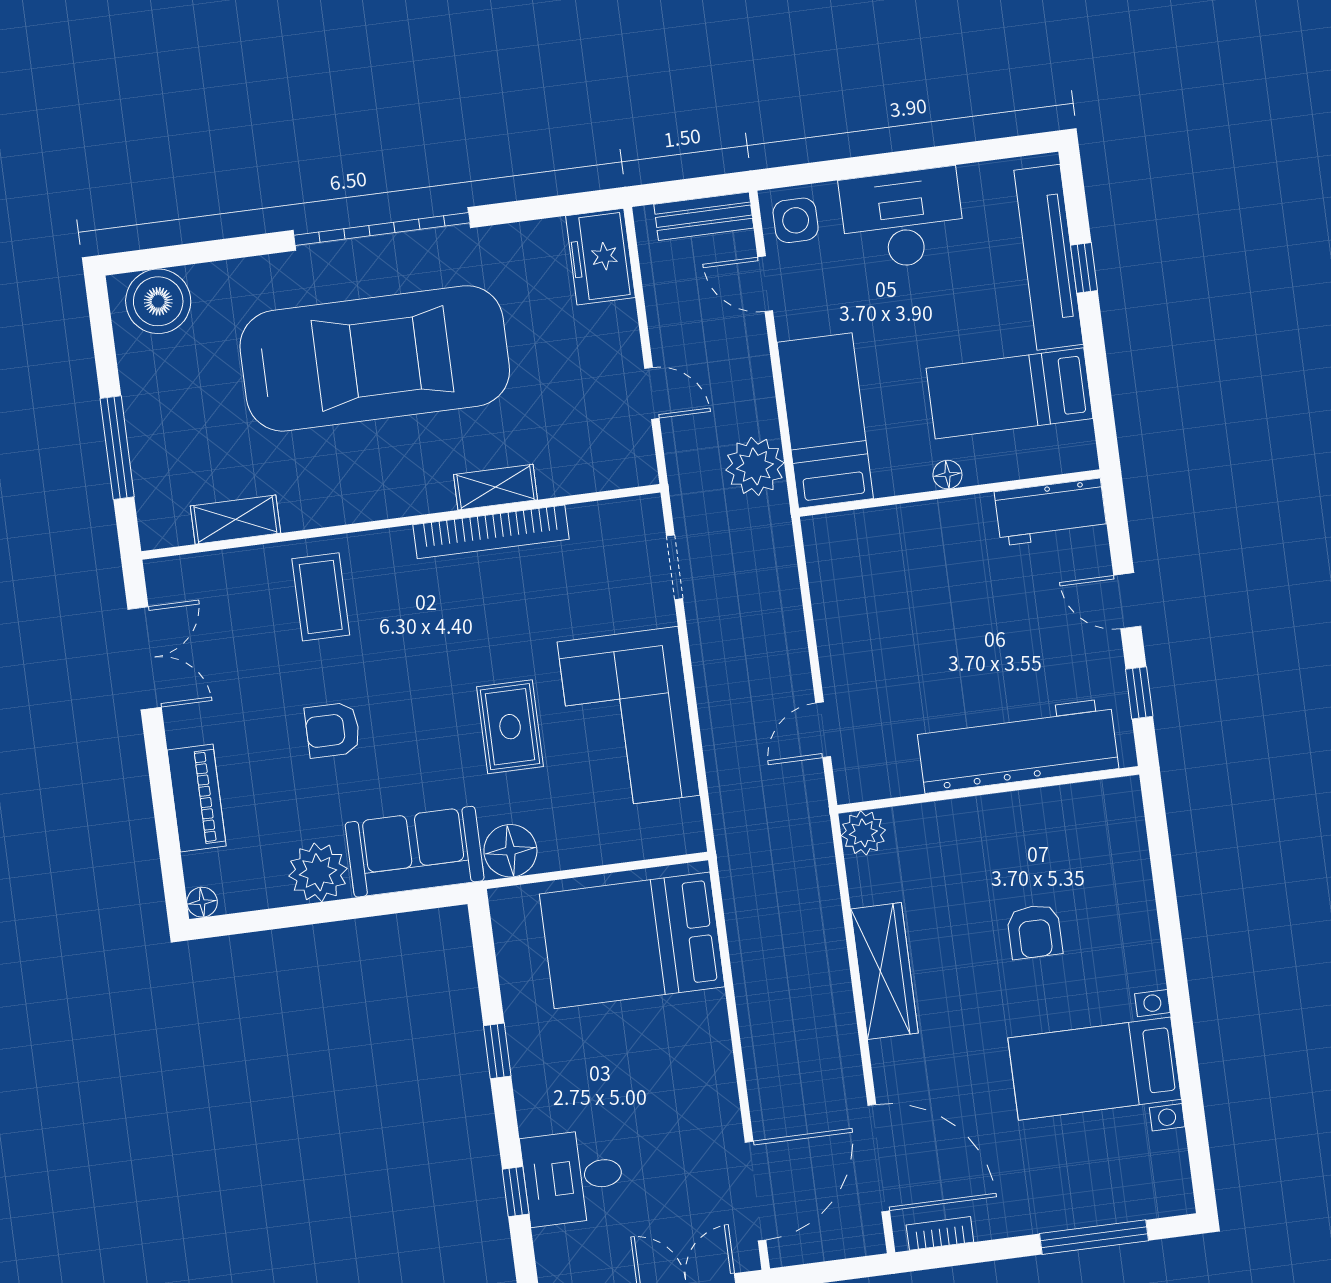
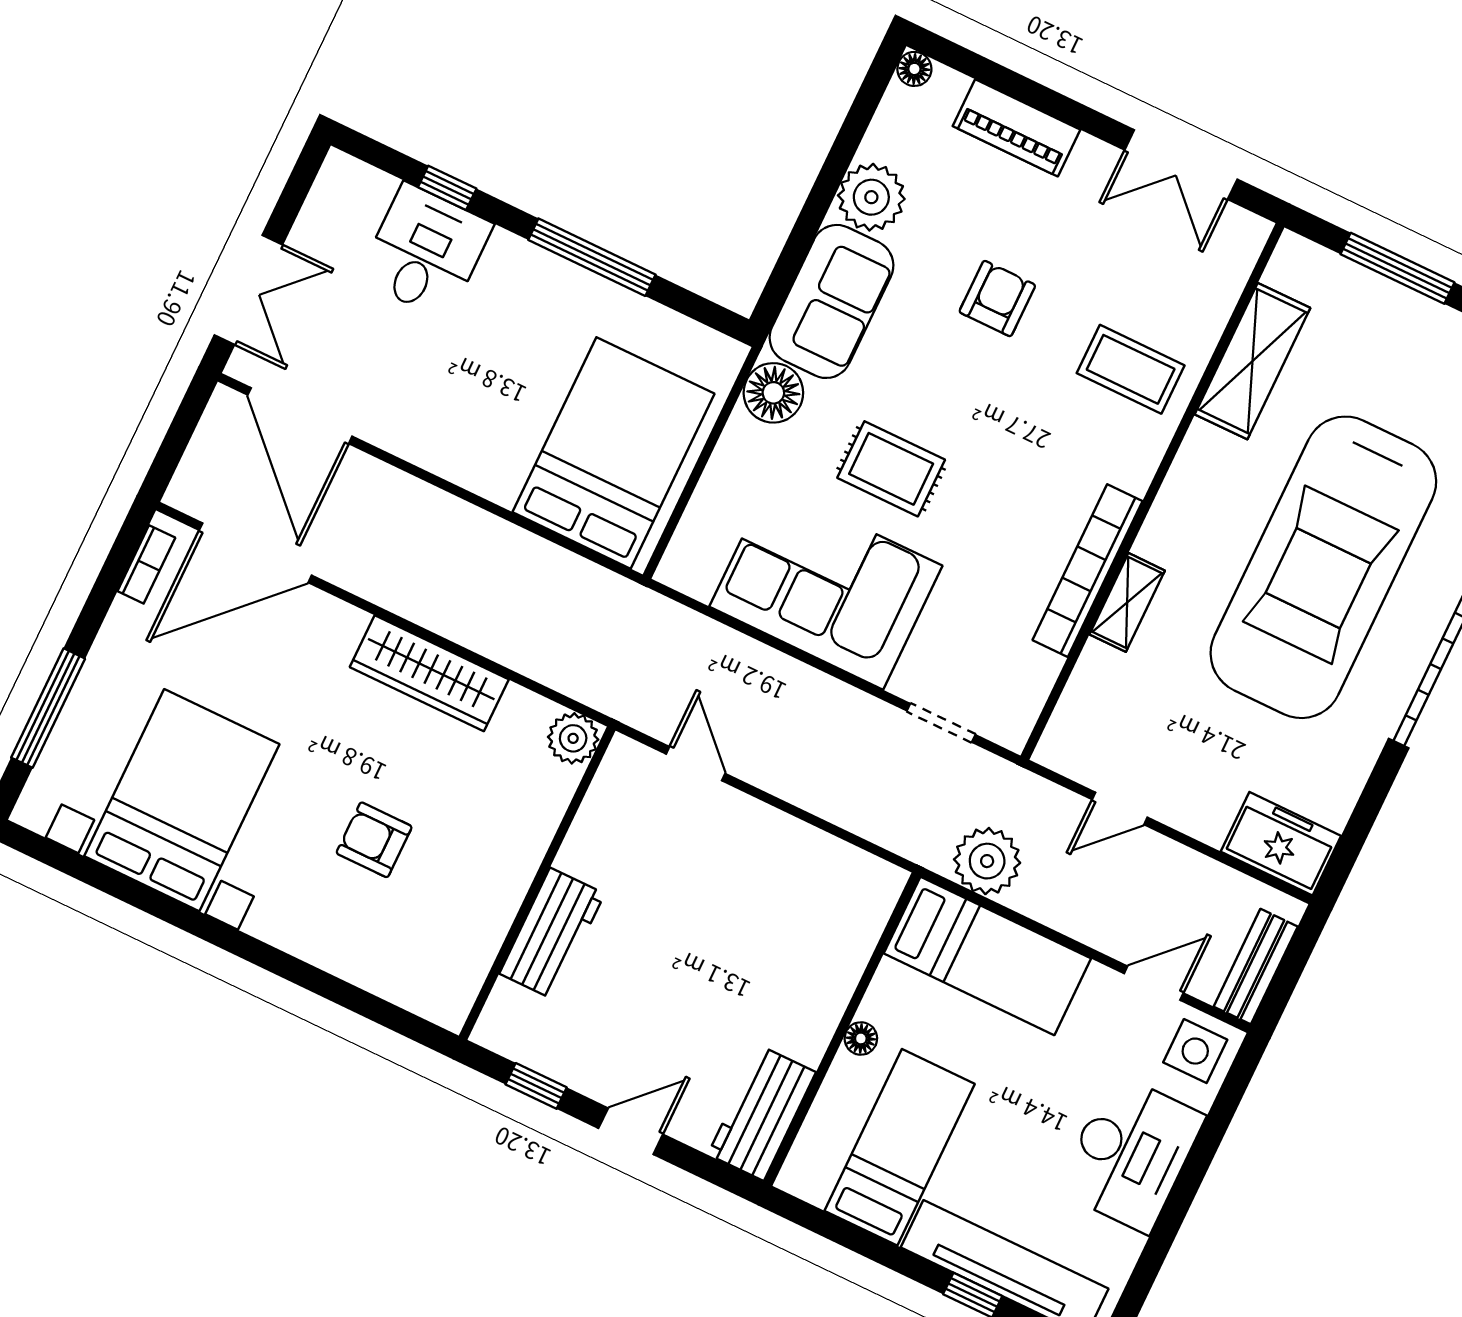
shelving: (235, 520) -> (1253, 361), width x1.50, depth x1.33
workbench: (1017, 746) -> (552, 934), width x0.53, depth x0.76
window: (497, 1051) -> (592, 257), width x2.17
bed with nightstands: (1095, 1069) -> (182, 800), width x1.36

